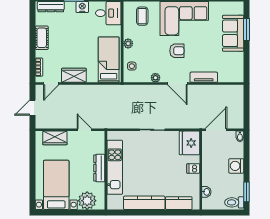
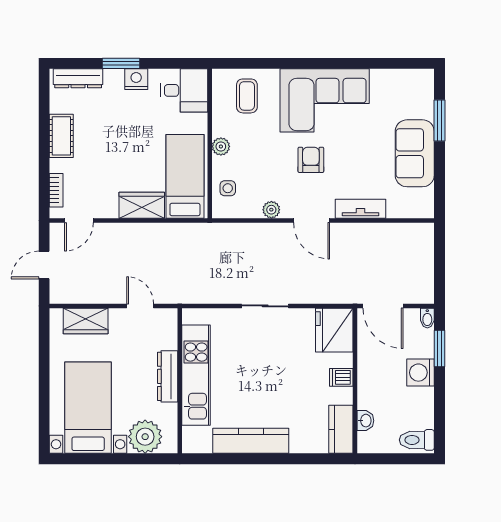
sofa: (233, 33) -> (415, 153), moved
armchair: (177, 51) -> (311, 160), turned -90
wardrobe: (74, 75) -> (142, 205), moved
door: (216, 130) -> (383, 306), swing flipped
window: (246, 192) -> (439, 349), moved
kitchen counter: (179, 203) -> (341, 429), moved, turned -90

